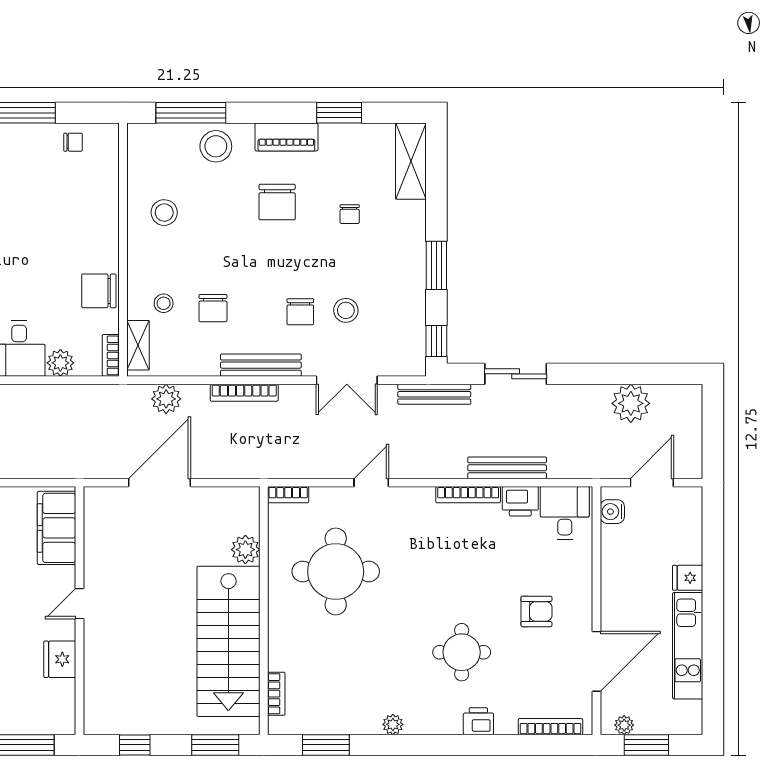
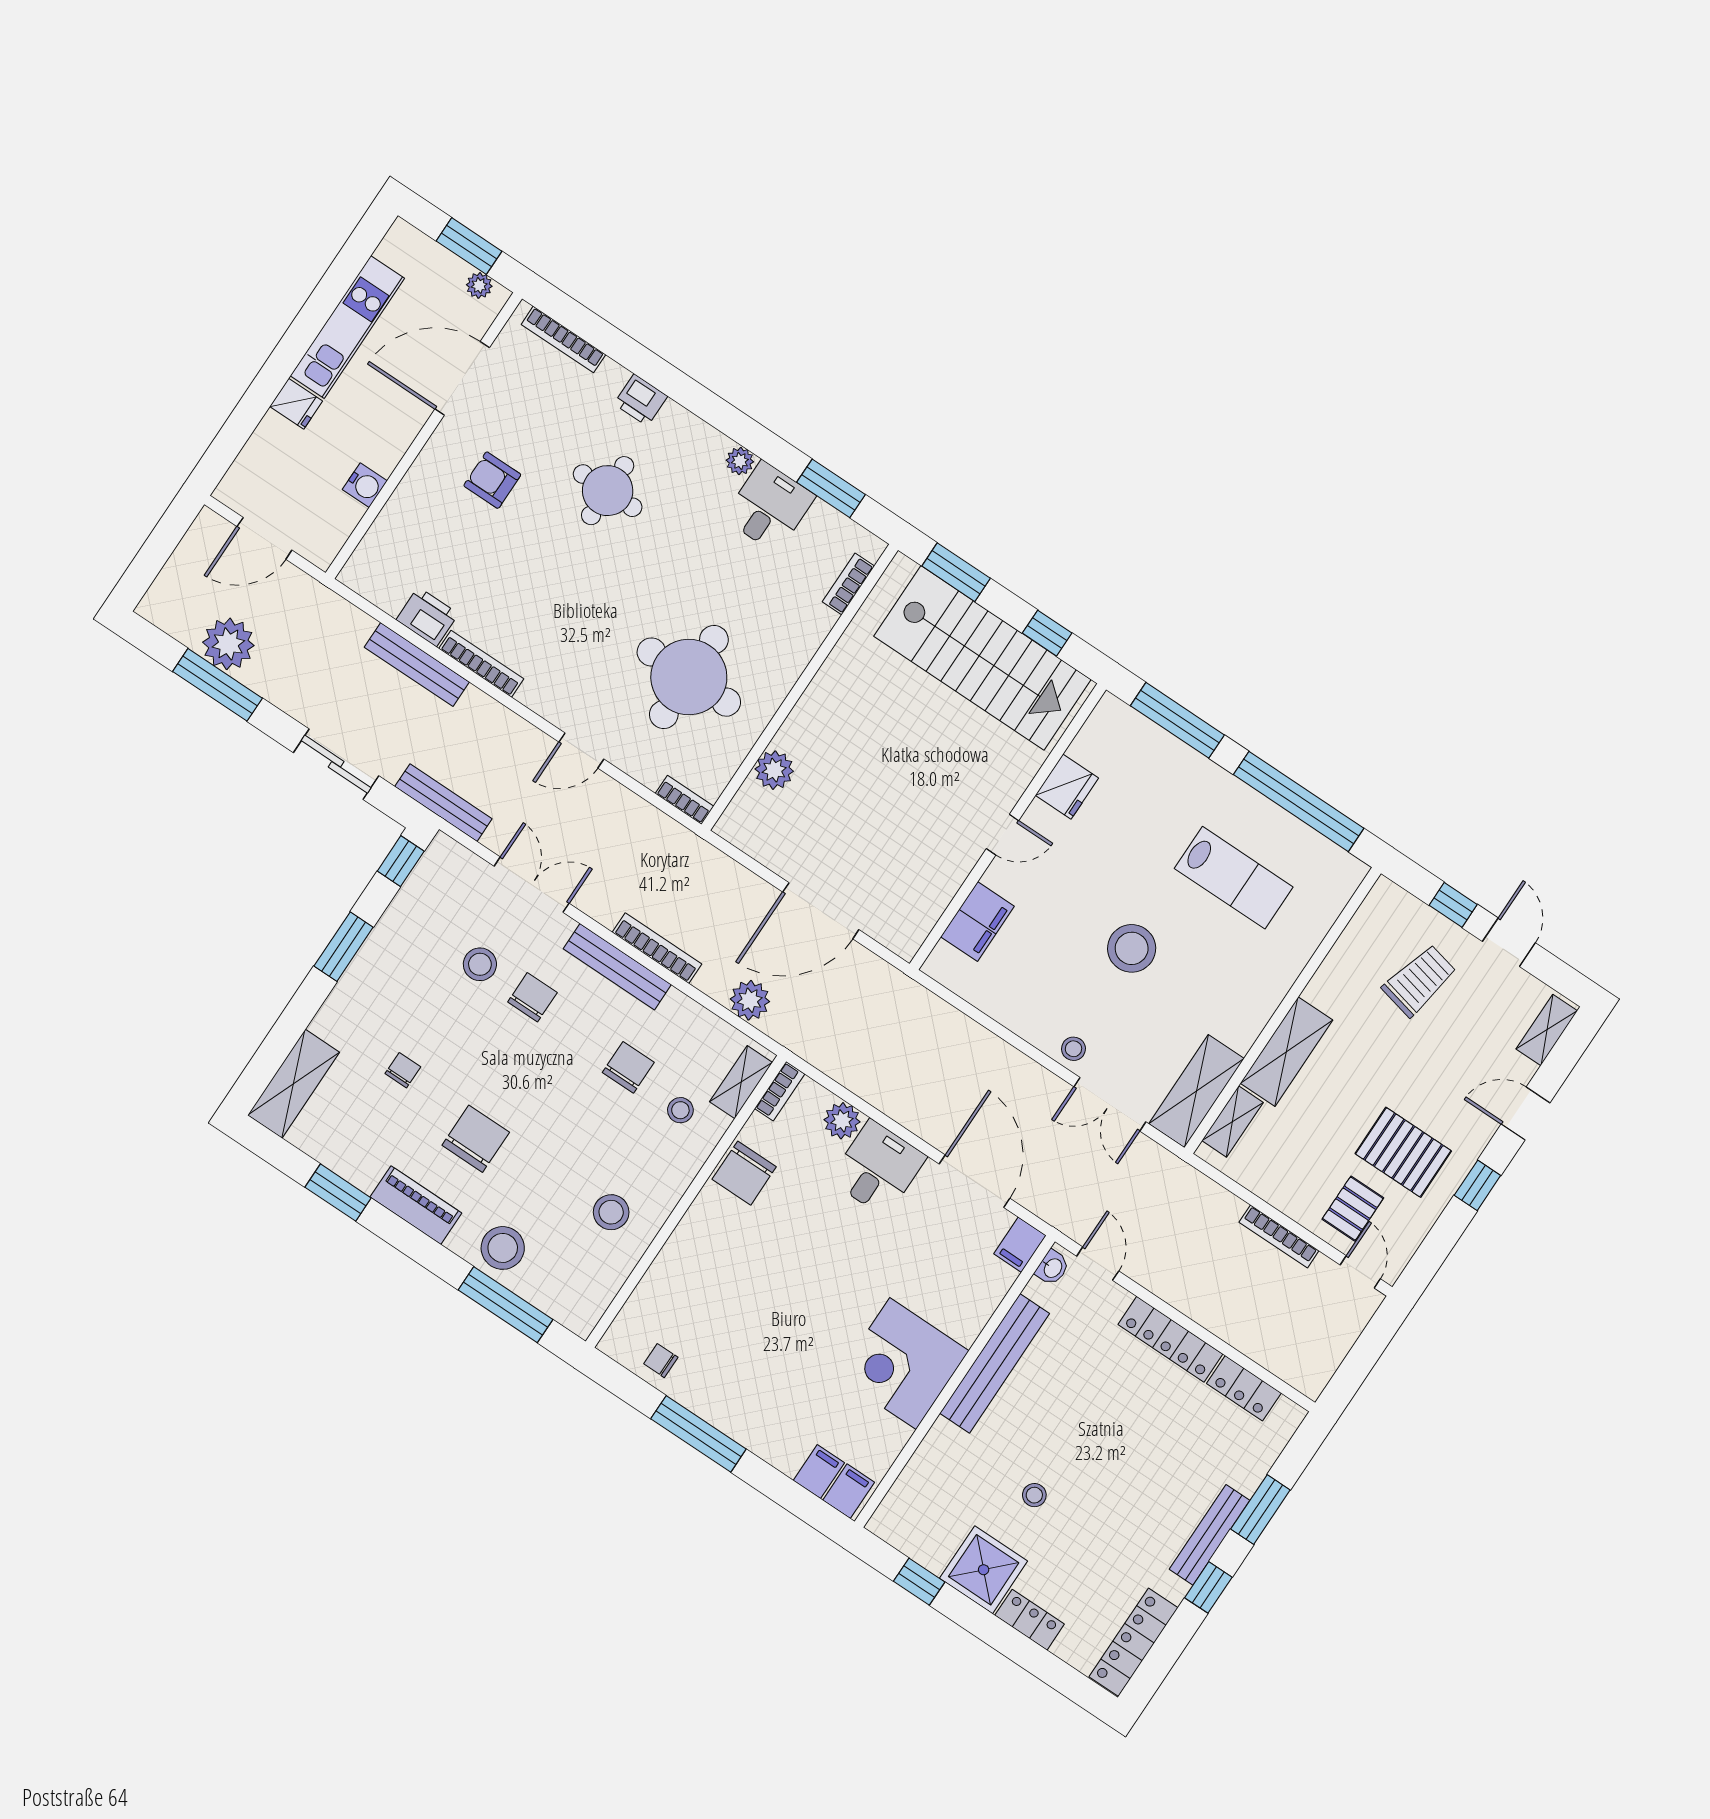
chair: (99, 291) -> (744, 1173), turned 90
window: (621, 374) -> (217, 685), added
water cooler: (612, 512) -> (365, 485), moved
desk: (565, 513) -> (769, 507), moved, turned 180
filing cabinet: (57, 528) -> (977, 921), width x0.67, depth x0.86
stairs: (228, 641) -> (982, 658), moved, turned 90

